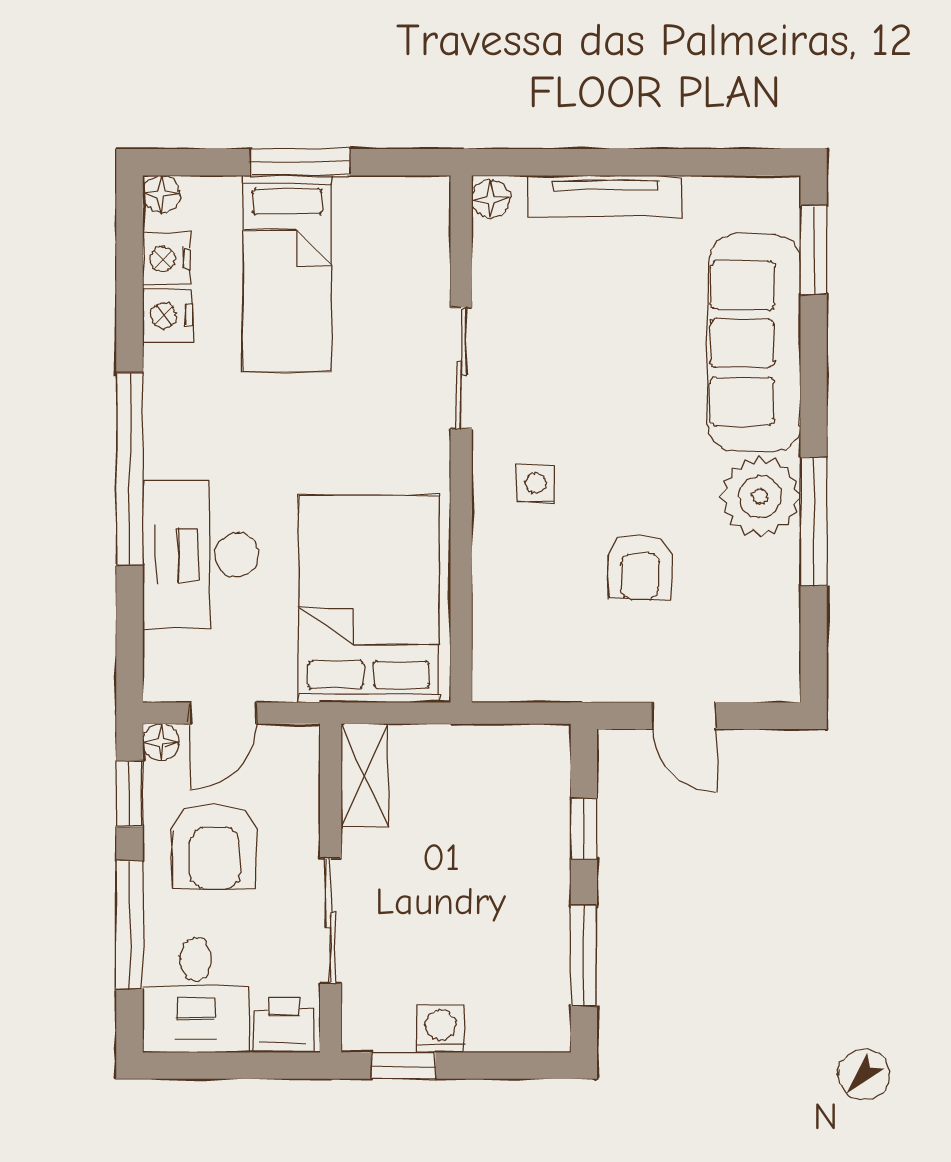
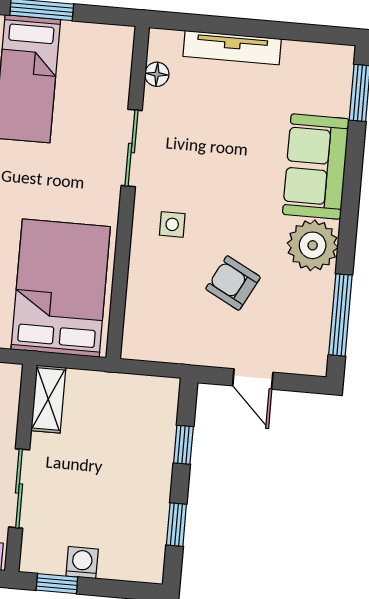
floor lamp: (491, 199) -> (157, 74), moved
sofa: (754, 343) -> (316, 167), width x0.73
window: (814, 521) -> (340, 315), moved
armchair: (640, 567) -> (233, 283), turned 118
window: (584, 956) -> (176, 525), width x0.67

